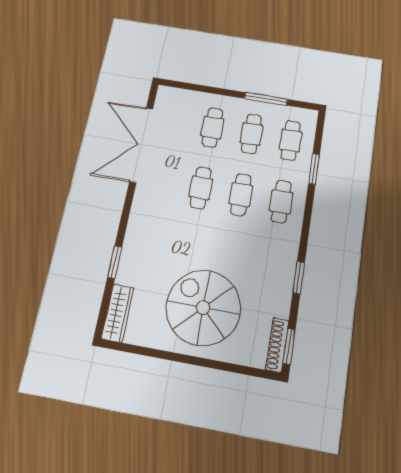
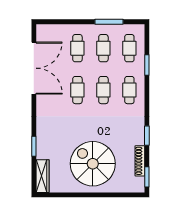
double door: (141, 145) -> (34, 68), swing flipped
shoe rack: (277, 345) -> (140, 161), moved

